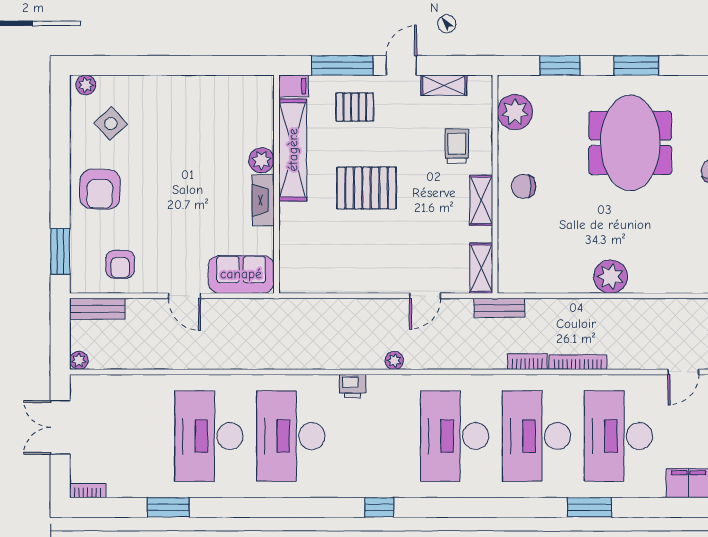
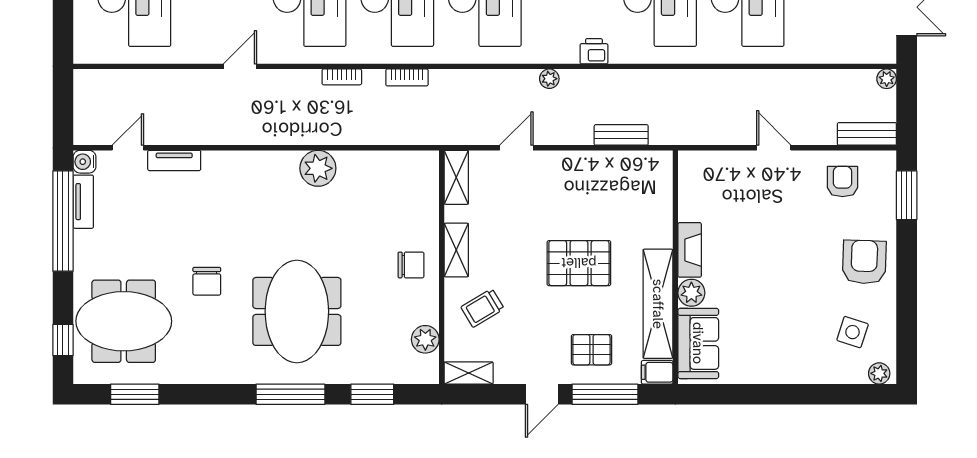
window: (636, 65) -> (290, 394), width x1.44
shelving: (444, 85) -> (469, 373), moved
plant: (515, 112) -> (425, 339), width x0.73, depth x0.73
side table: (111, 124) -> (853, 332), turned -30
trolley: (457, 146) -> (483, 308), turned 59
sofa: (241, 274) -> (698, 343), moved, turned -90
bench: (499, 308) -> (621, 135), moved
bookcase: (578, 362) -> (342, 77), width x0.64

